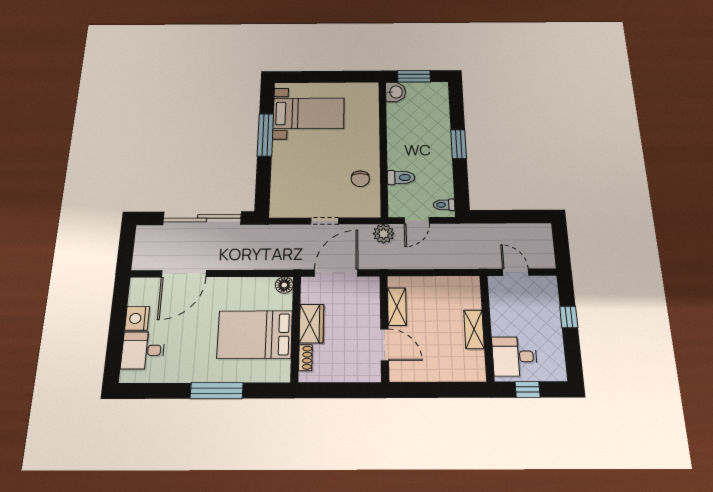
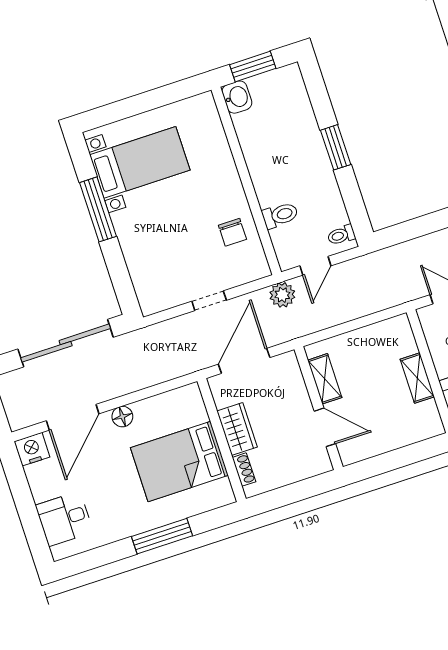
floor lamp: (284, 285) -> (122, 417), moved
nightstand: (137, 318) -> (32, 449), moved, turned 90

